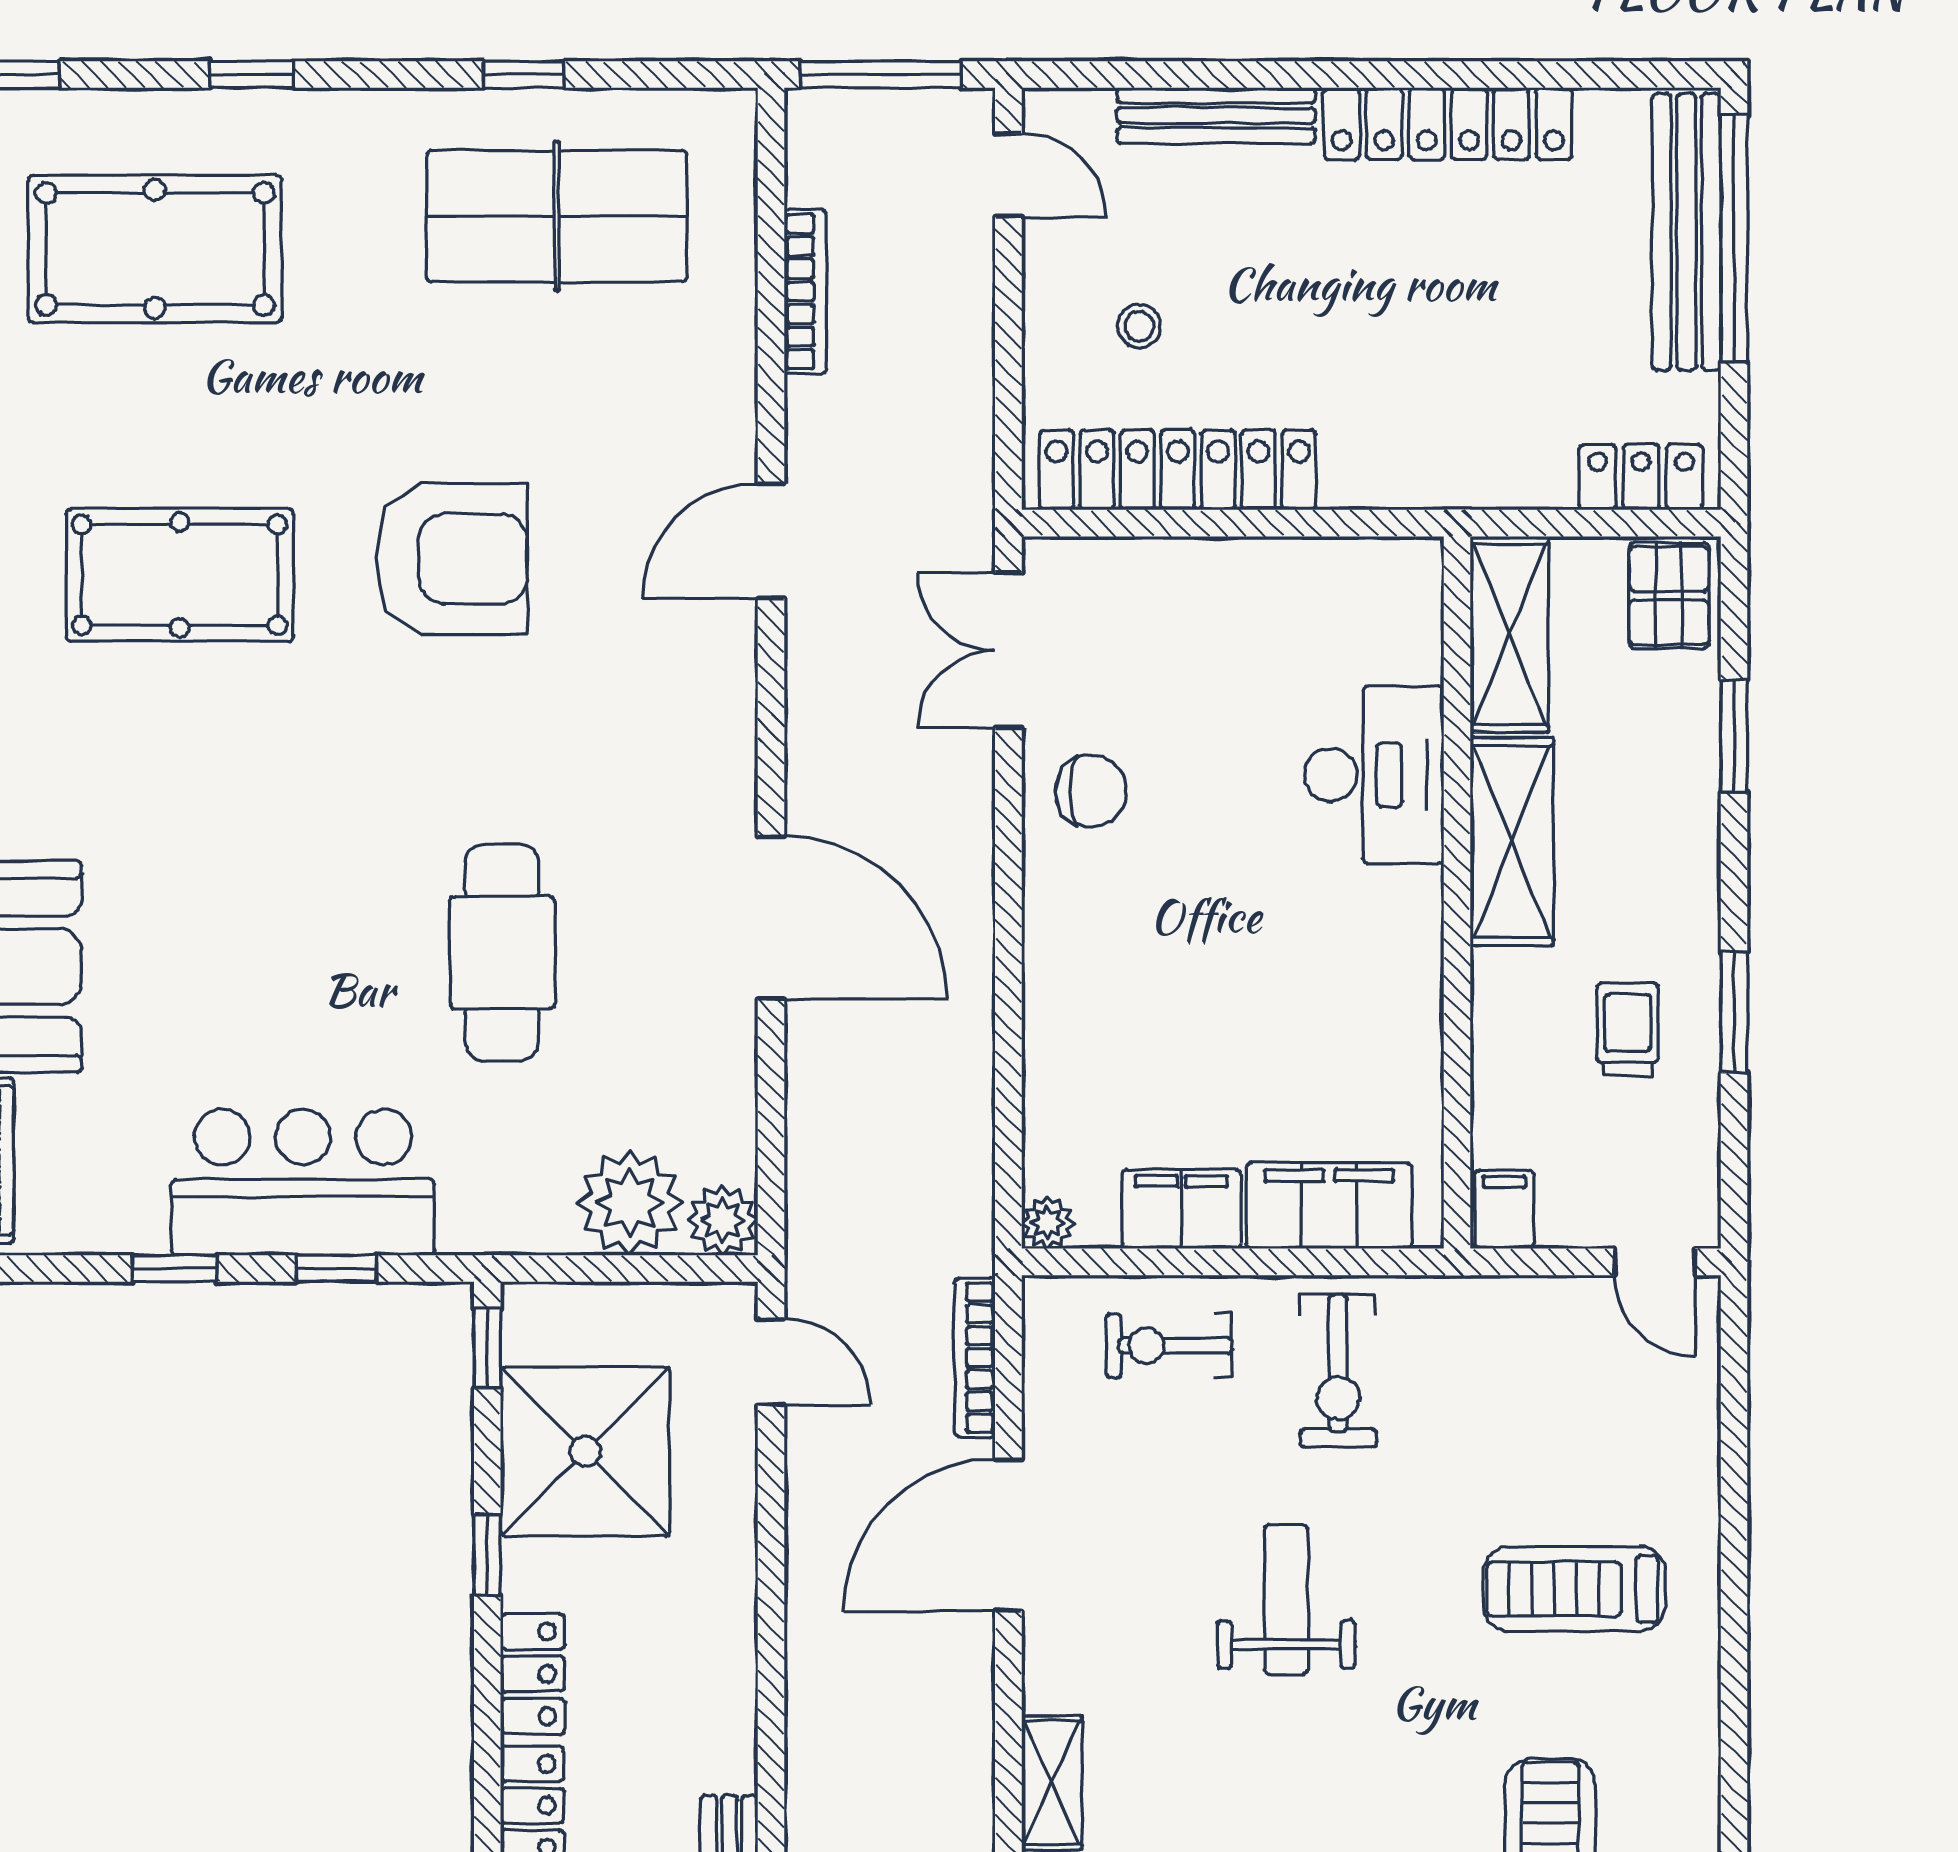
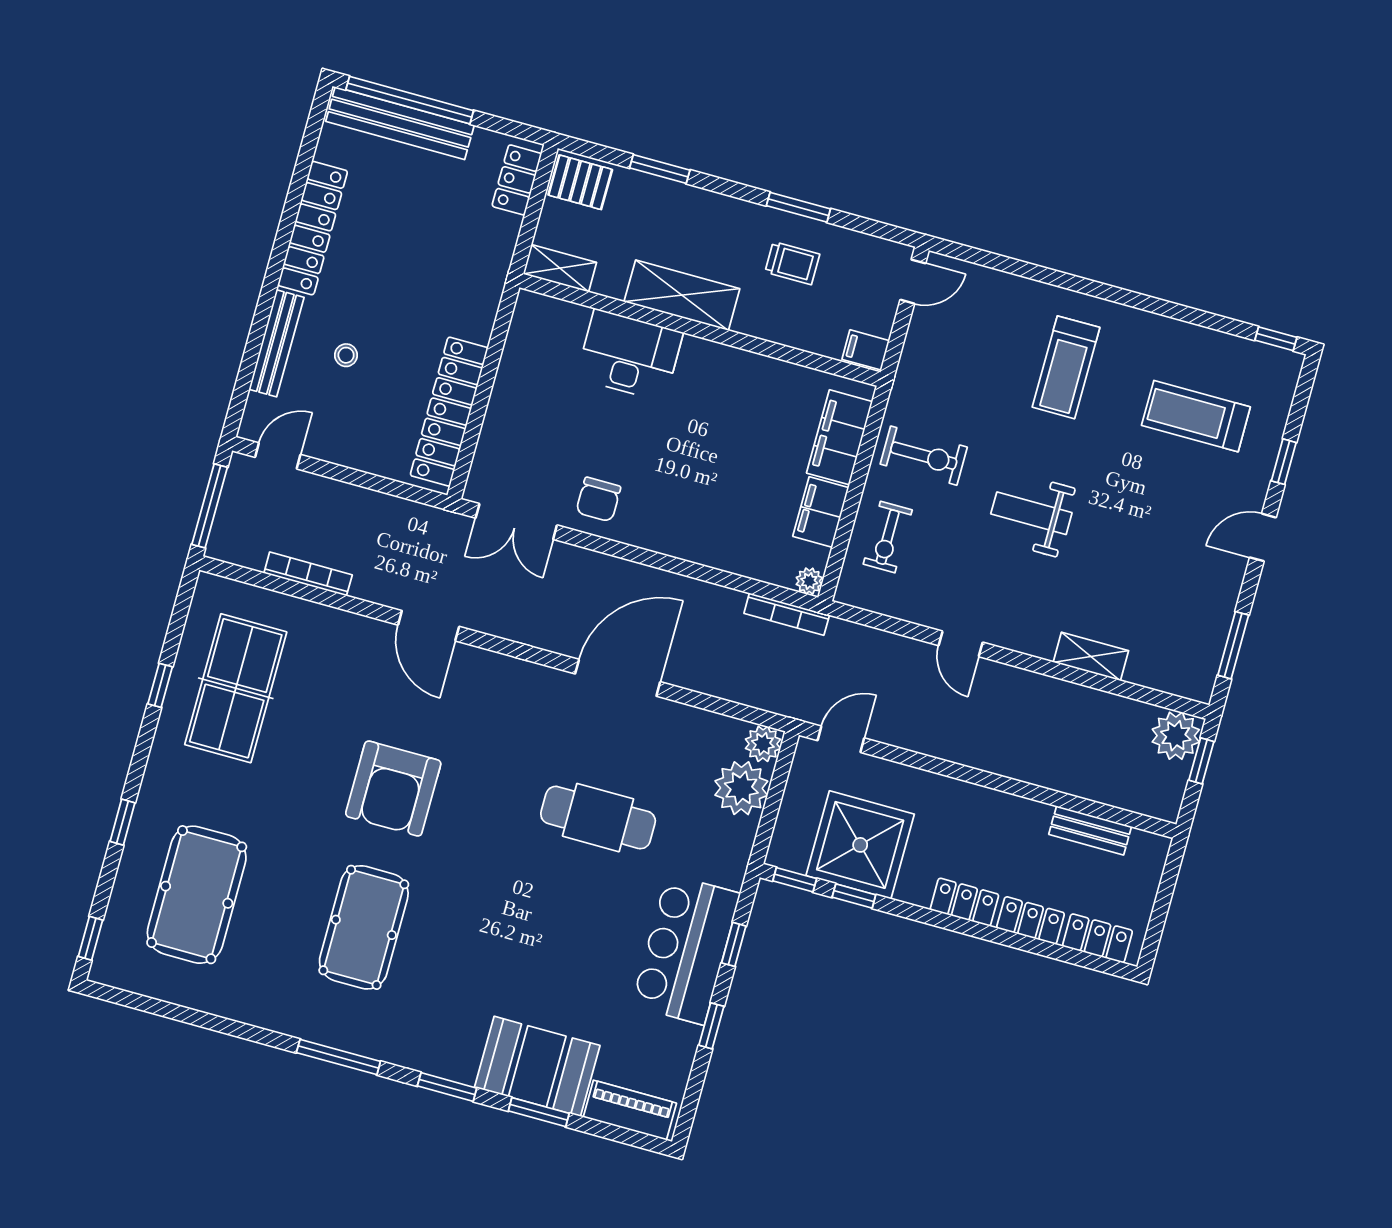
stool: (1139, 326) -> (346, 355), moved
armchair: (452, 559) -> (393, 789), turned 180
shelving: (1509, 634) -> (560, 268), width x0.67, depth x0.75
chair: (1091, 791) -> (598, 499), turned 180
trolley: (1627, 1029) -> (792, 263), turned 180
bookcase: (975, 1358) -> (787, 614), moved
door: (1008, 1535) -> (961, 644), width x0.53
window: (487, 1555) -> (854, 896), moved

